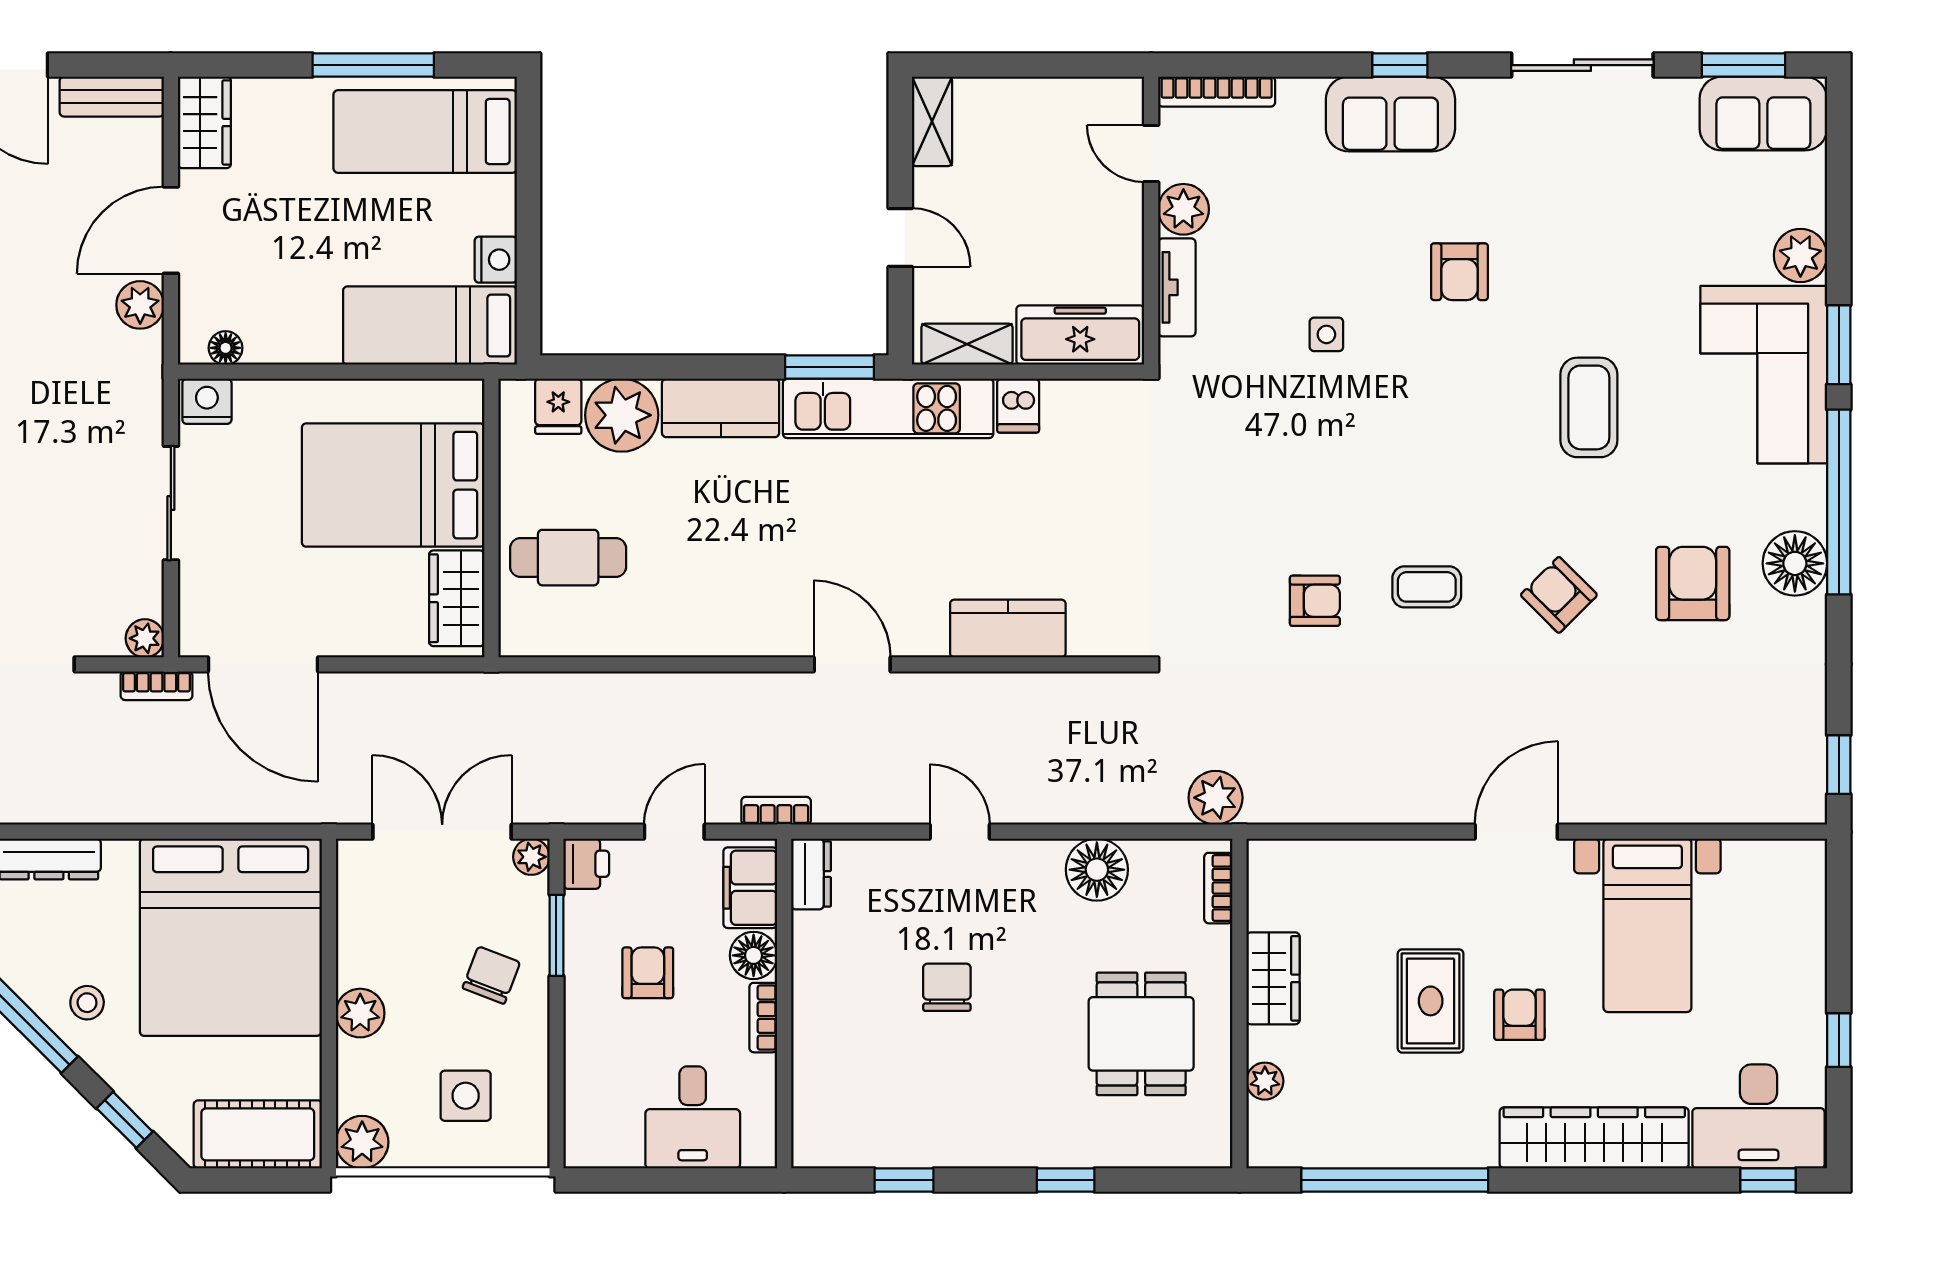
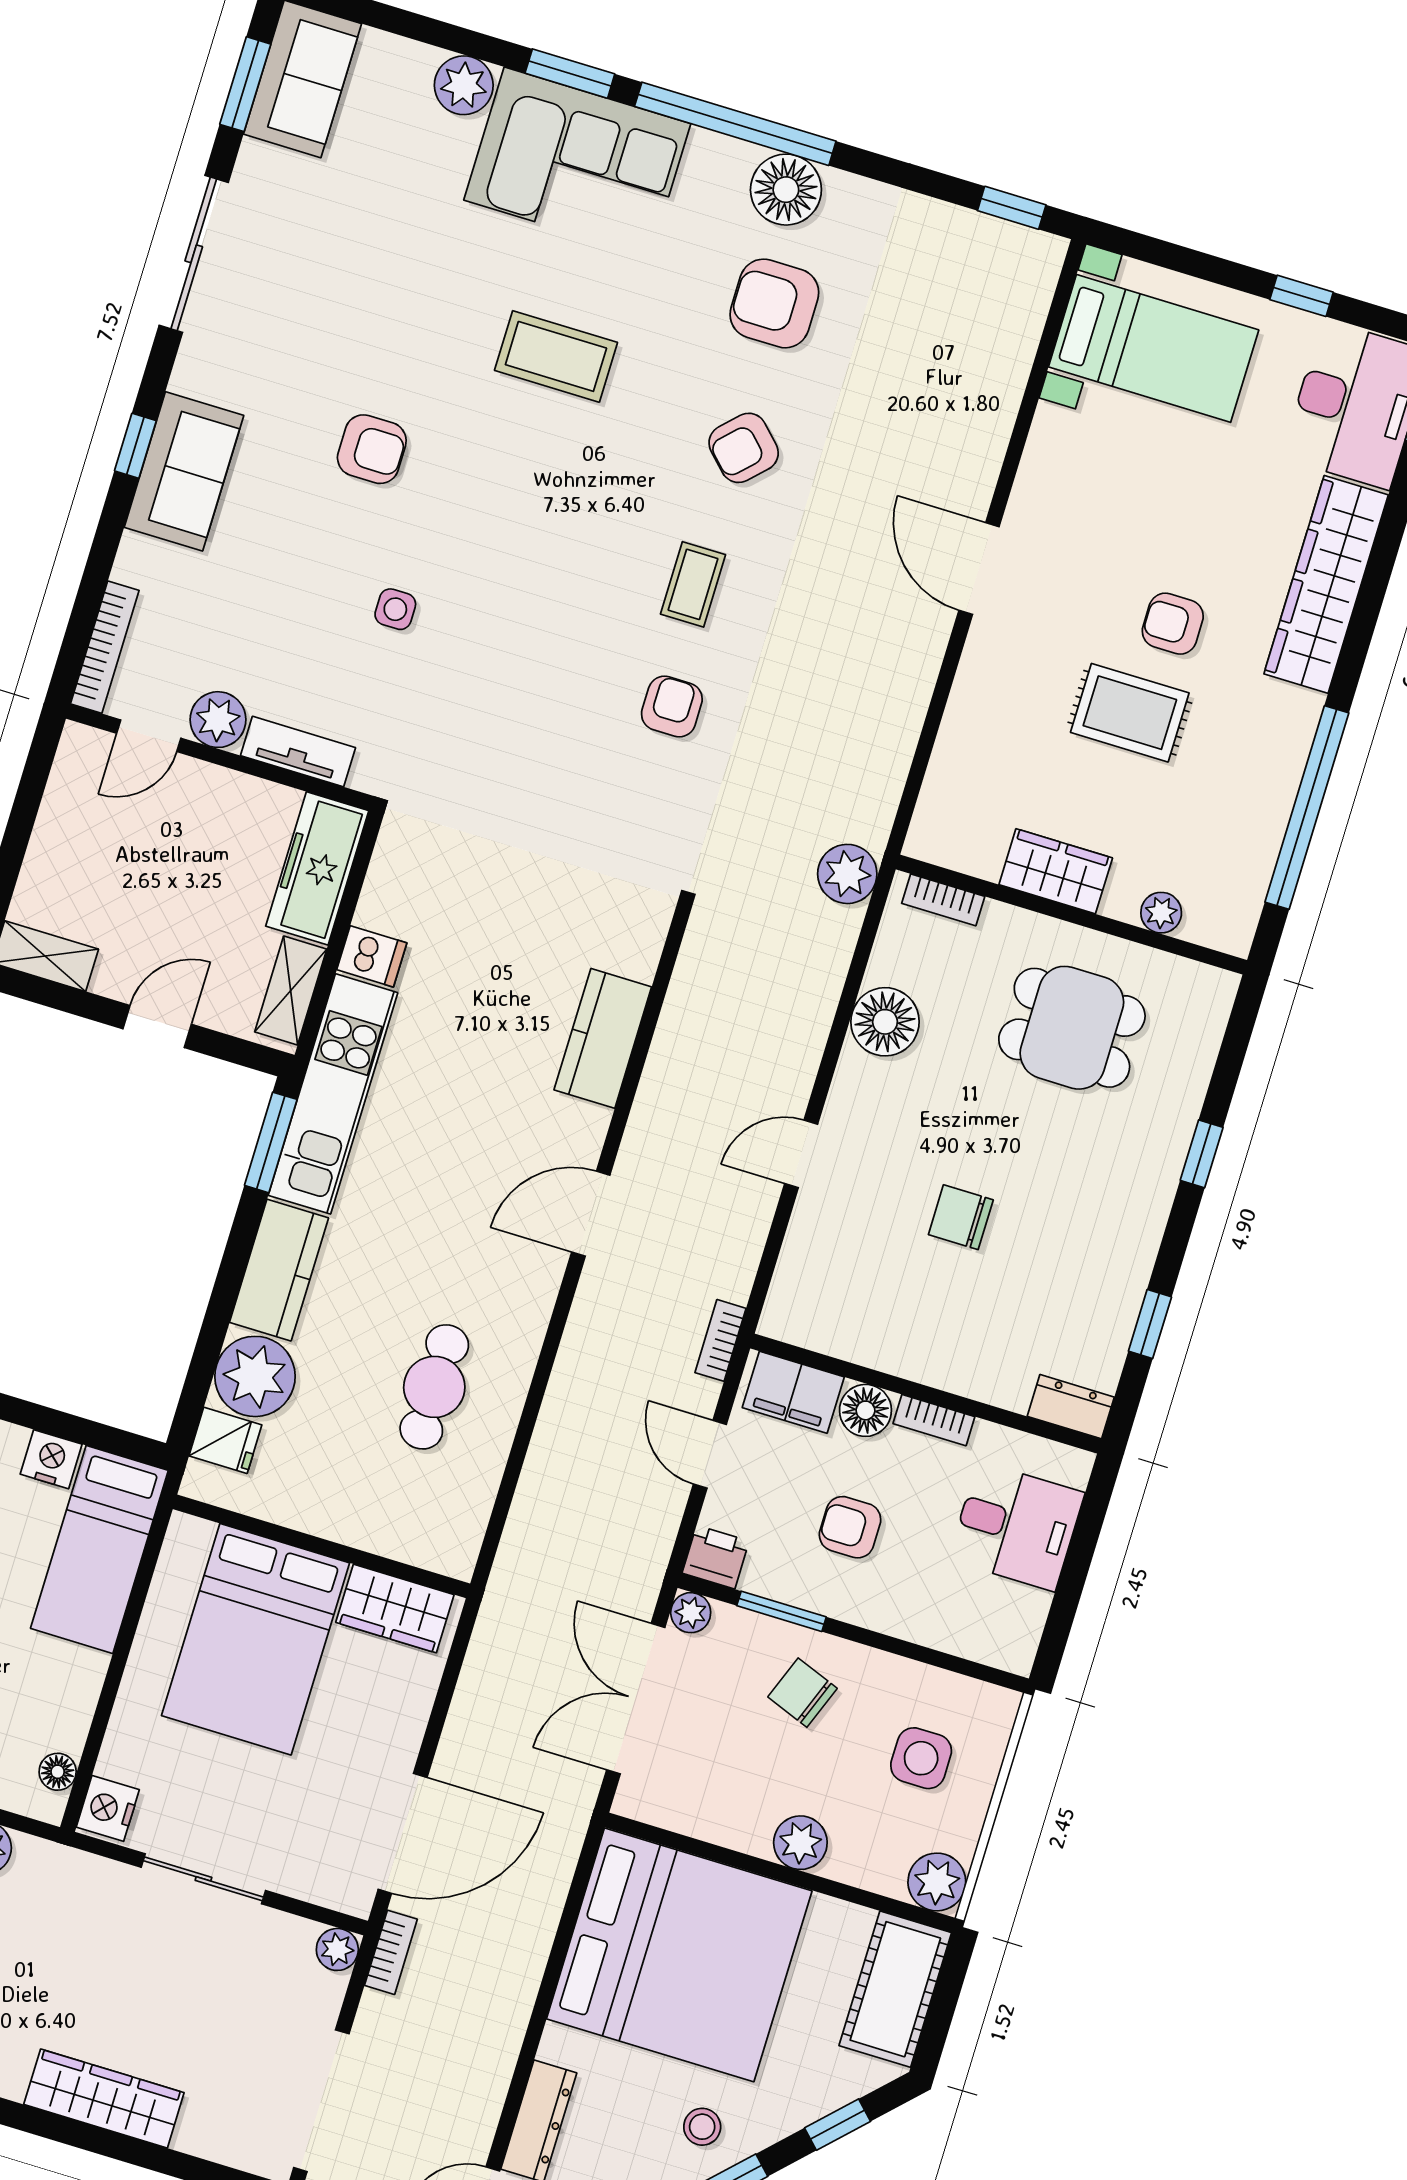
cafe table: (568, 558) -> (434, 1387), moved
dresser: (811, 874) -> (1071, 1407), moved
bed with nightstands: (1647, 925) -> (1154, 348), moved

